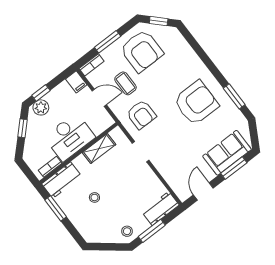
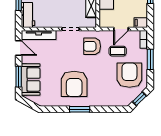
armchair: (142, 51) -> (129, 75), turned 90
window: (234, 96) -> (80, 109), moved
tv unit: (173, 181) -> (39, 35), added

